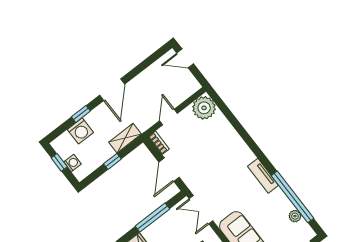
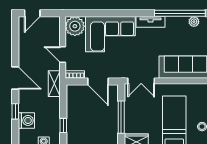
shelving: (125, 138) -> (54, 84), moved
corner sofa: (222, 147) -> (110, 34), added
window: (112, 161) -> (63, 125), moved

